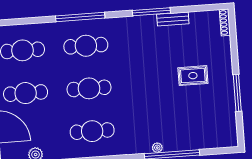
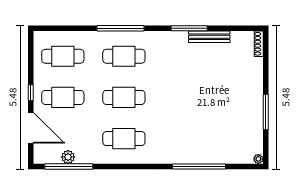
bench: (173, 19) -> (209, 37), width x1.36
rug: (193, 76) -> (224, 92), removed
plant: (157, 148) -> (258, 159), moved

